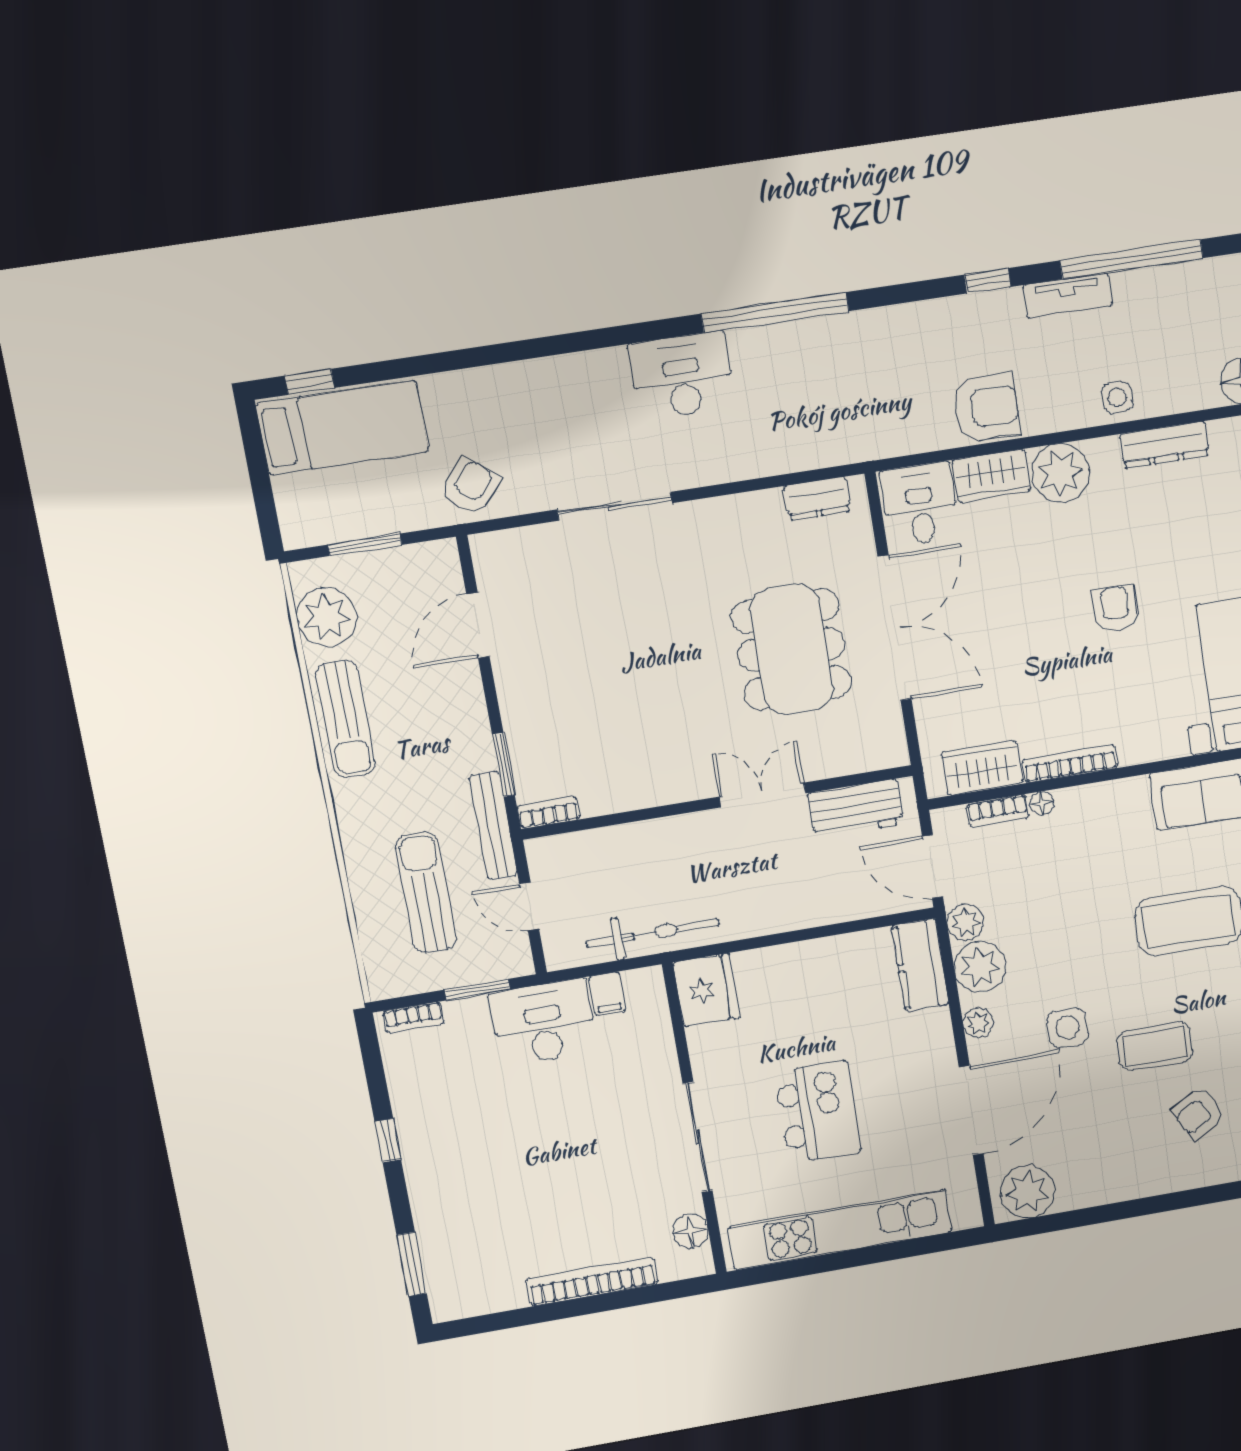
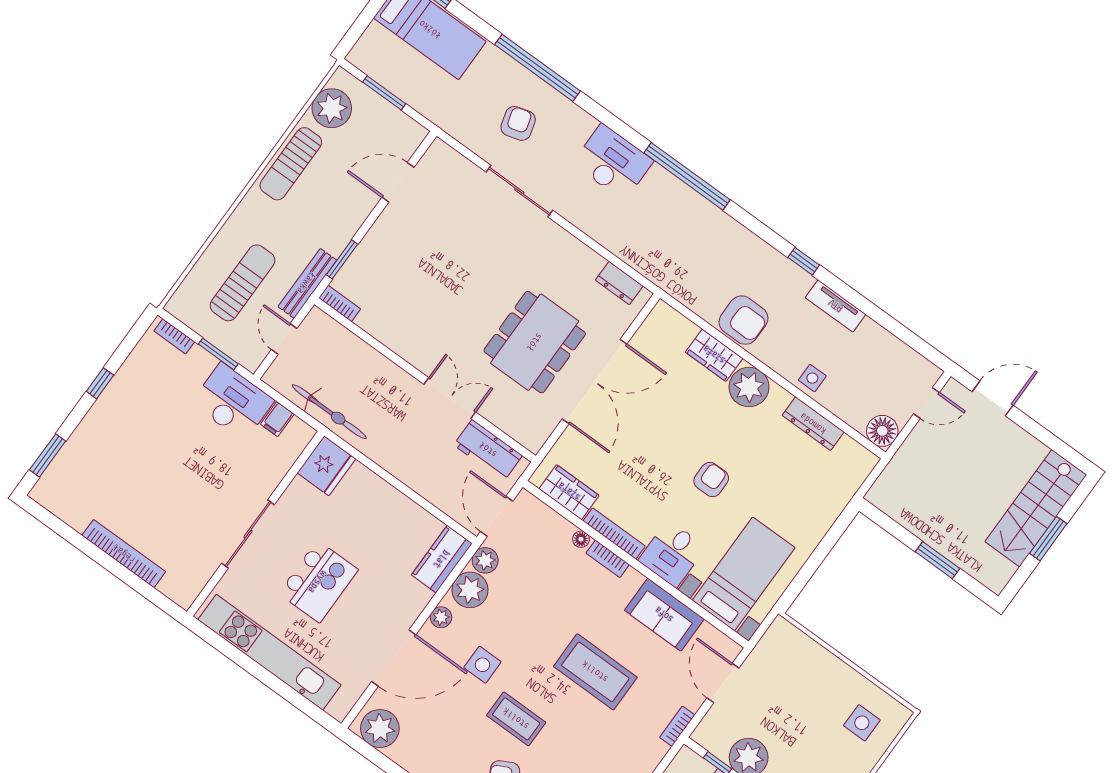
window: (1132, 259) -> (538, 68), moved
armchair: (470, 486) -> (518, 123), moved, turned -57
desk: (920, 504) -> (672, 554), moved, turned 180
bookcase: (998, 811) -> (608, 559), moved
floor lamp: (690, 1231) -> (197, 577), removed

